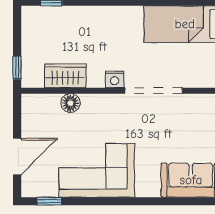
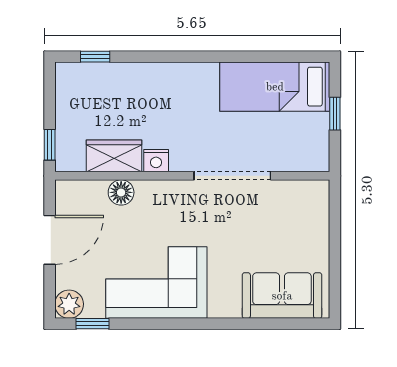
nightstand: (115, 79) -> (156, 161), moved
door: (17, 156) -> (50, 240), moved
plant: (32, 187) -> (69, 304), added

